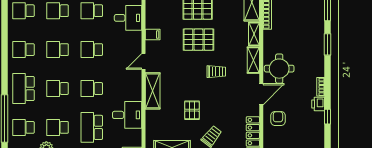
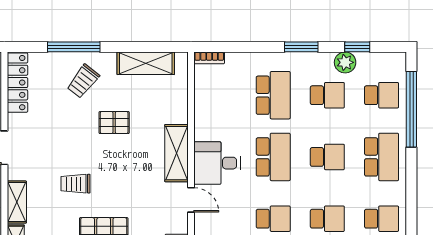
door: (144, 61) -> (191, 200), hinge flipped
school desk: (92, 89) -> (273, 157), width x1.85
pallet: (192, 110) -> (114, 123), turned 90
desk: (127, 115) -> (217, 163), moved

